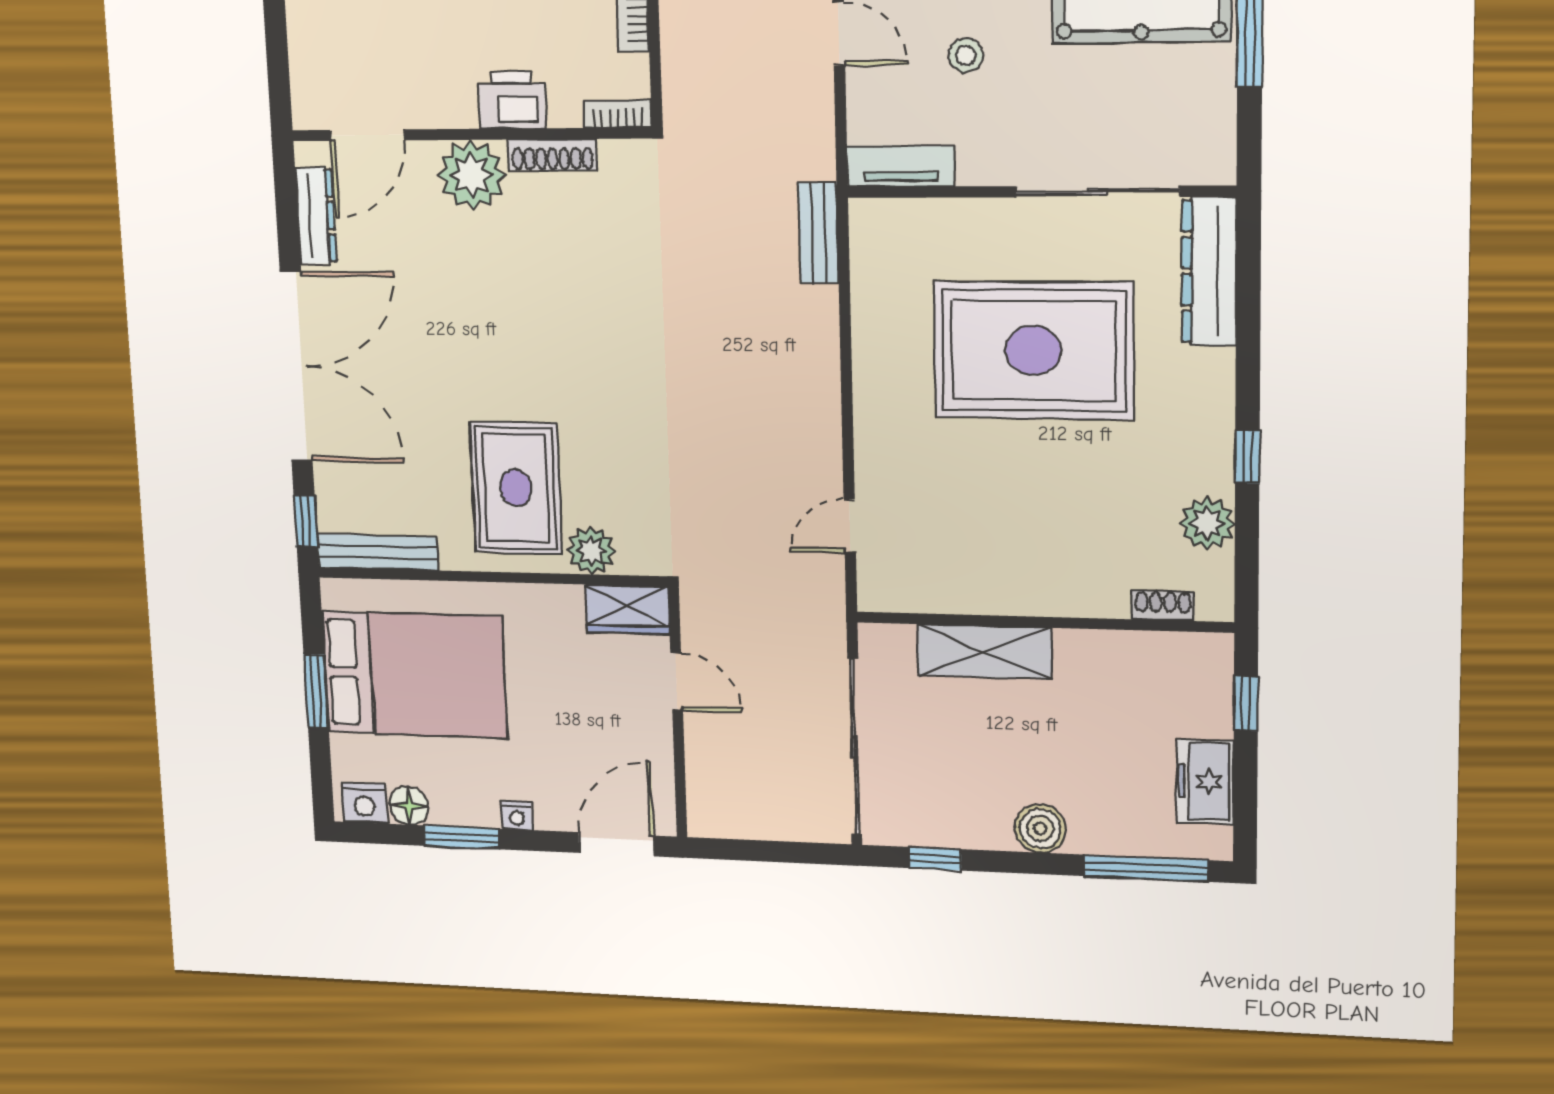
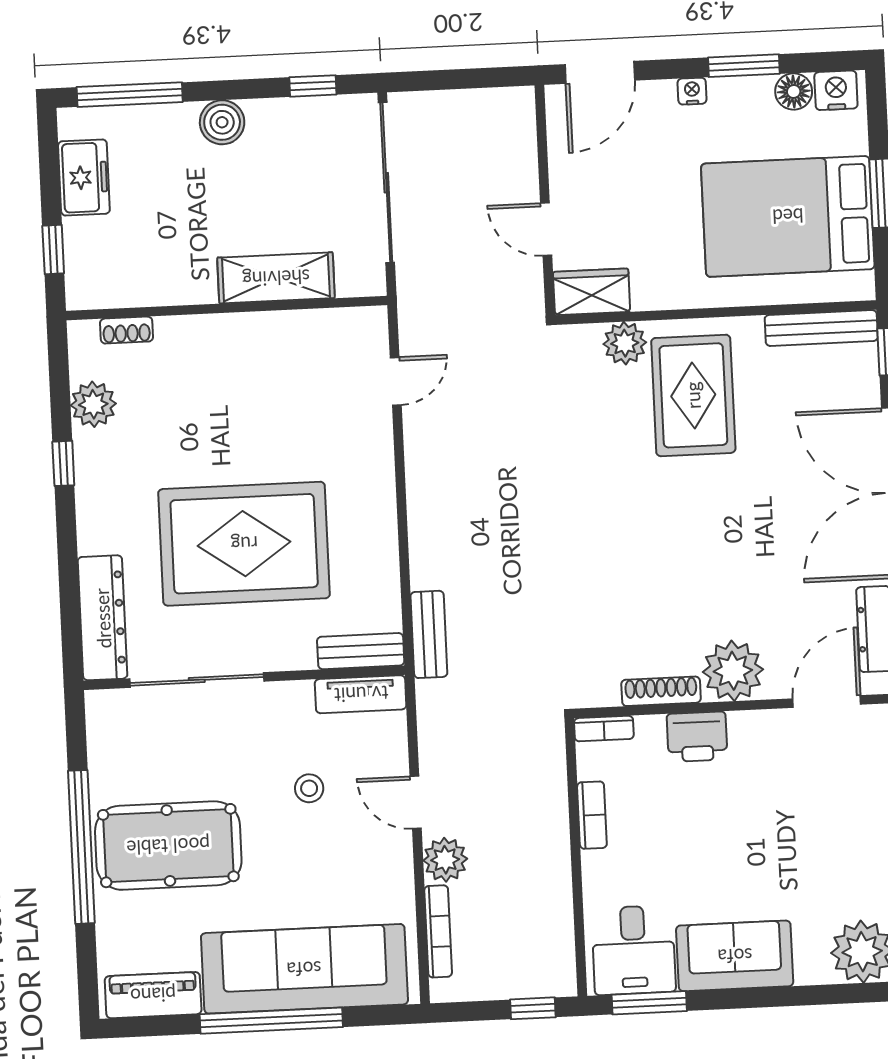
bench: (899, 217) -> (361, 651), added

